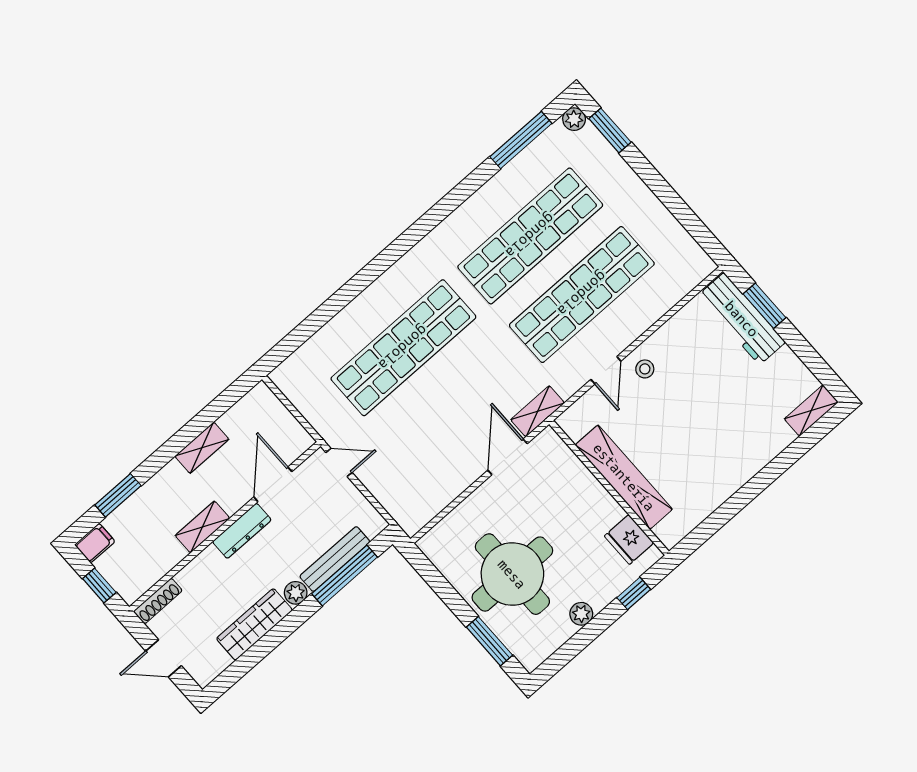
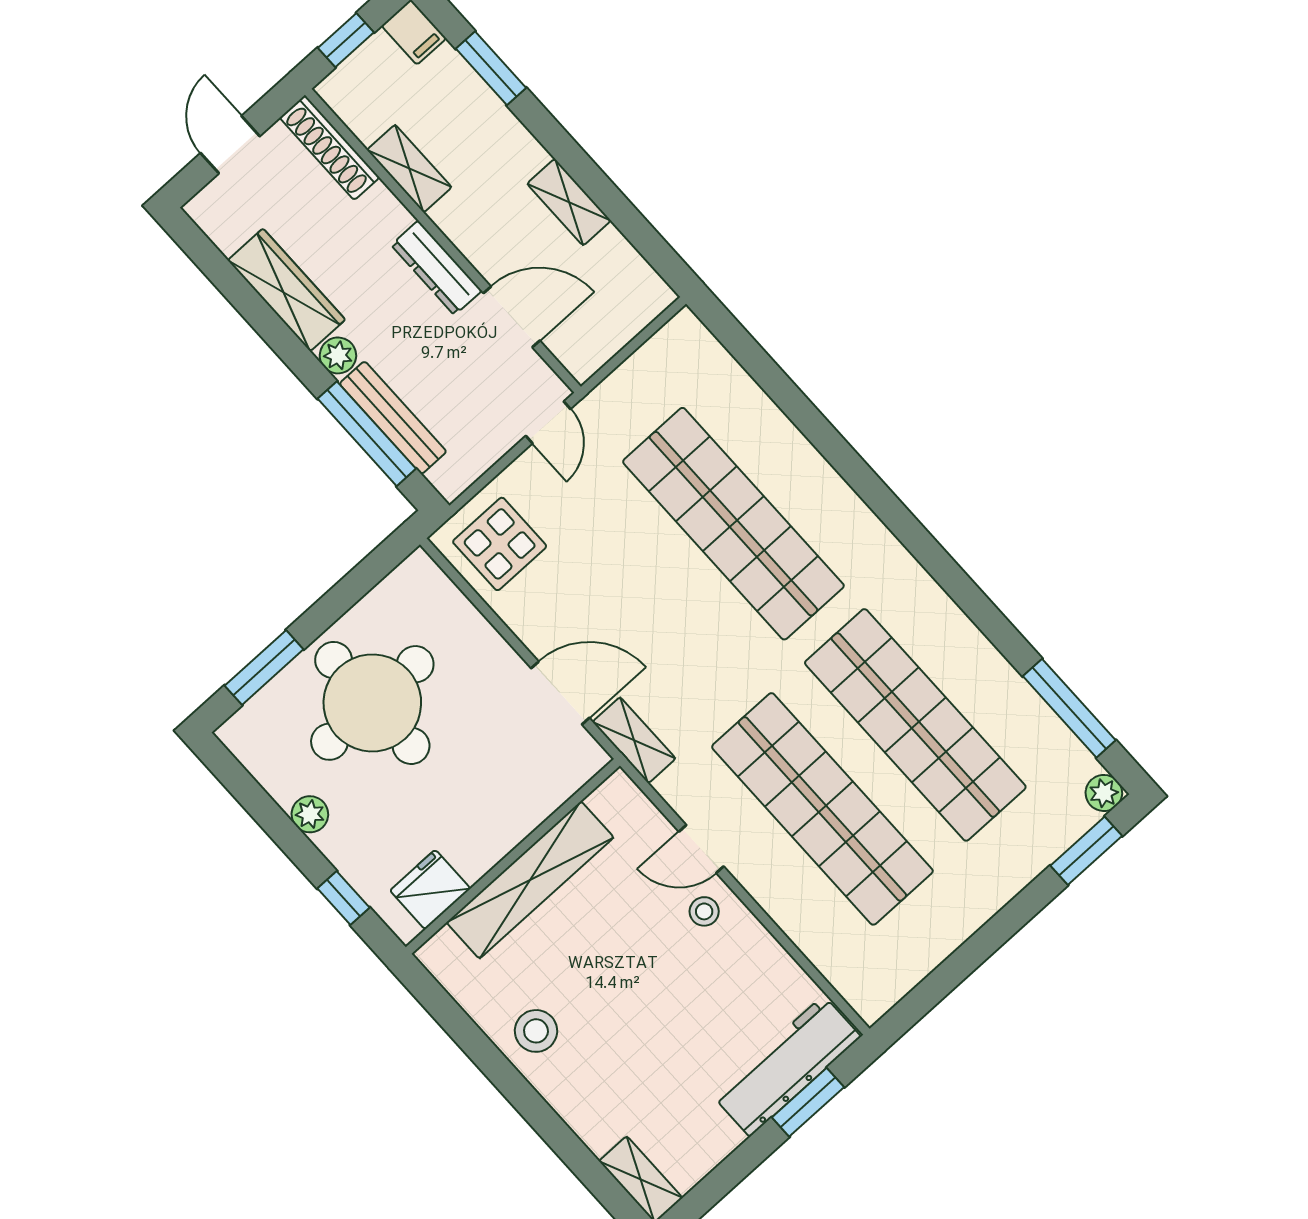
stool: (718, 475) -> (536, 1031), added
display table: (414, 494) -> (500, 544), added
shelving: (202, 527) -> (409, 169), moved
shoe rack: (158, 601) -> (330, 147), width x1.36, depth x1.24

